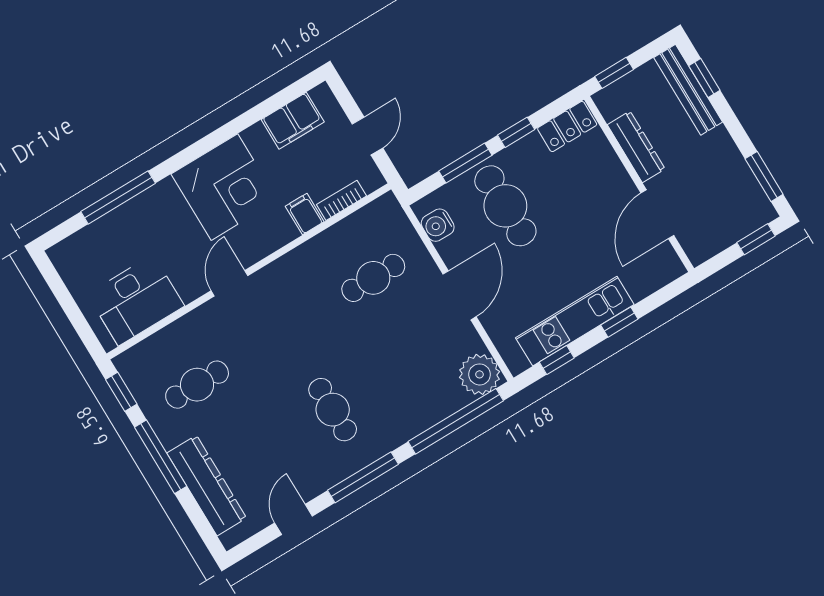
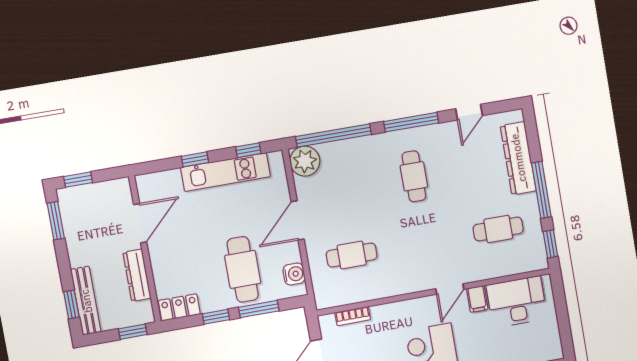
filing cabinet: (305, 214) -> (477, 299), moved

